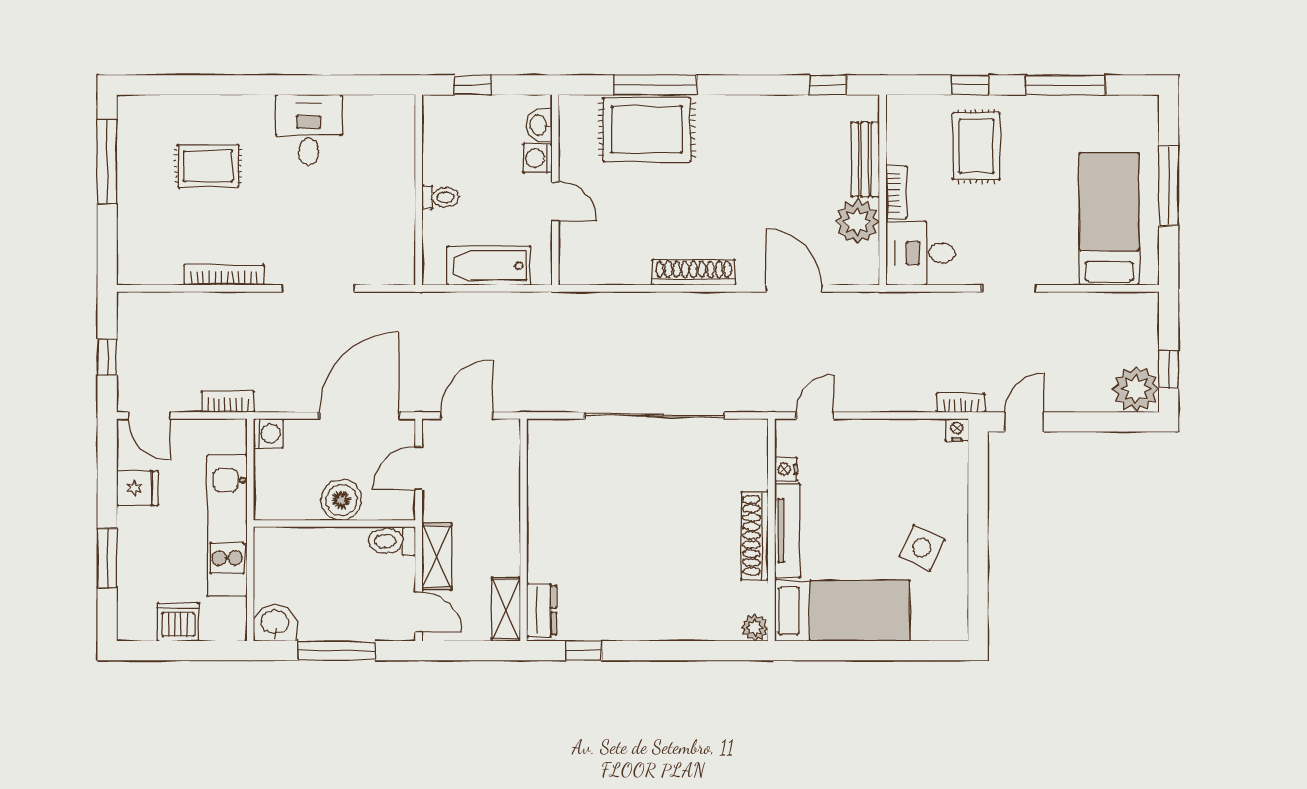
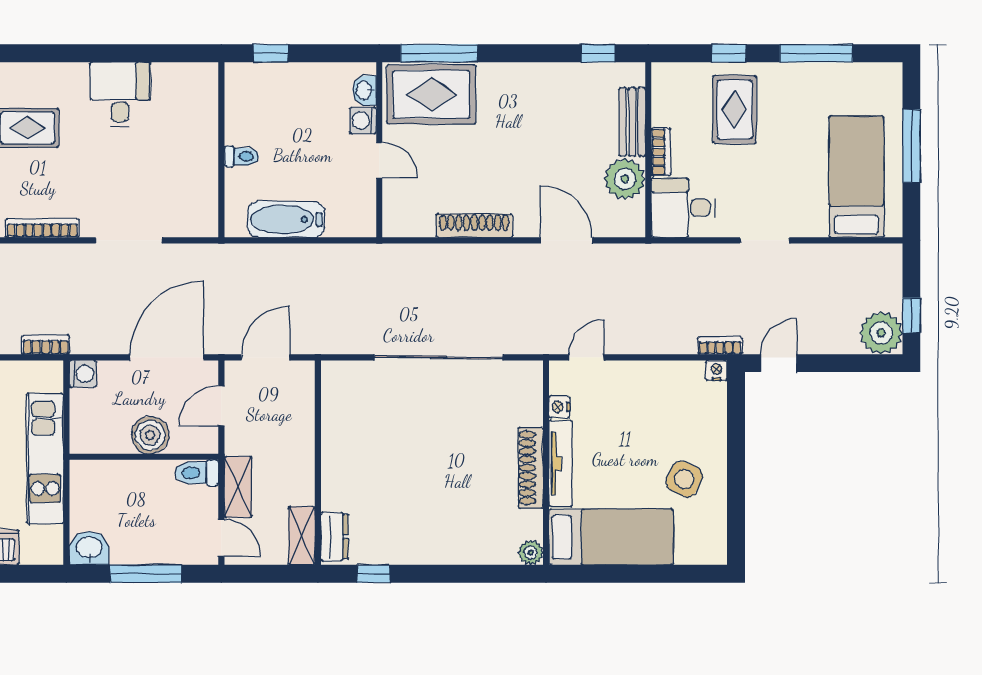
washbasin: (539, 125) -> (364, 90), moved
washing machine: (538, 158) -> (363, 121), moved
wall: (555, 190) -> (379, 150), moved
door: (555, 201) -> (379, 160), moved

